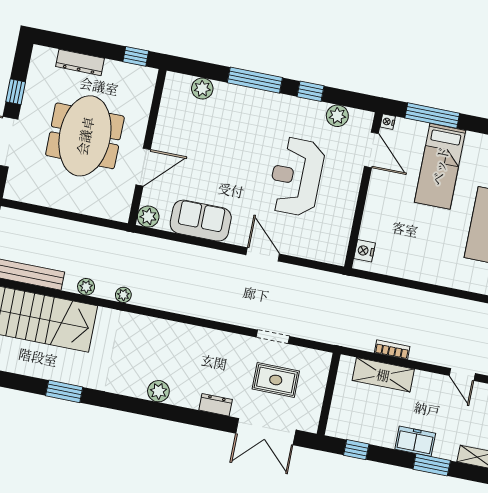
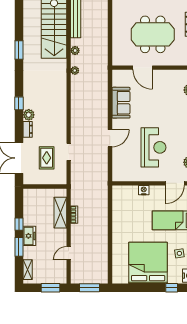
reception desk: (296, 177) -> (153, 147), turned 90
plant: (148, 217) -> (118, 75), removed
nightstand: (365, 251) -> (144, 190), moved
plant: (158, 391) -> (29, 115), moved
window: (164, 411) -> (19, 103), added
window: (356, 450) -> (19, 224), moved

